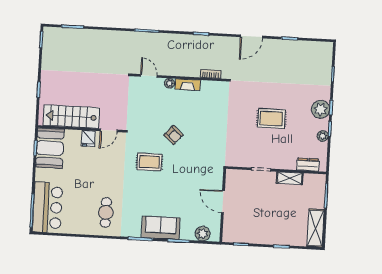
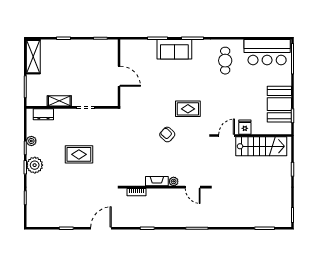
booth: (50, 148) -> (279, 104), moved
bar counter: (47, 207) -> (267, 52), moved, turned -90
plant: (203, 234) -> (136, 46), removed

